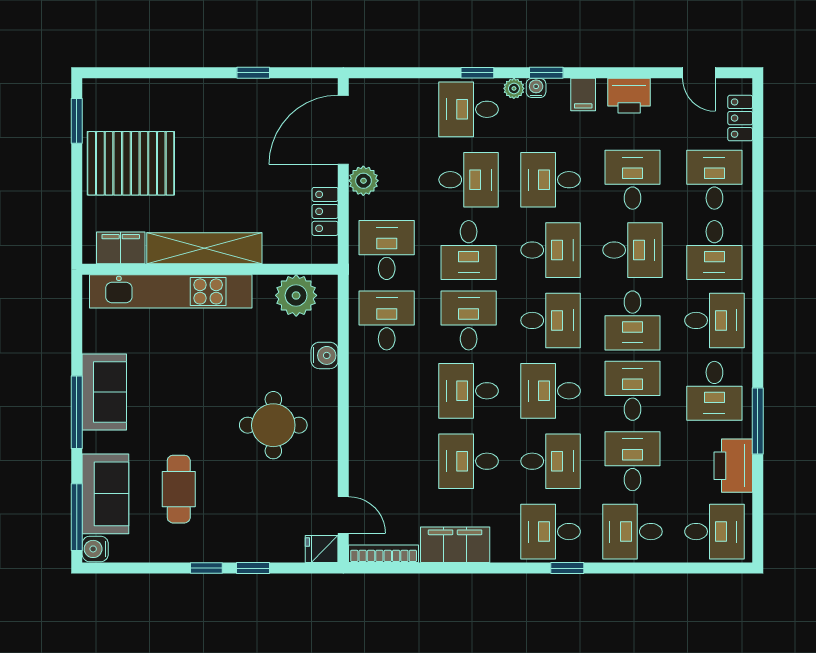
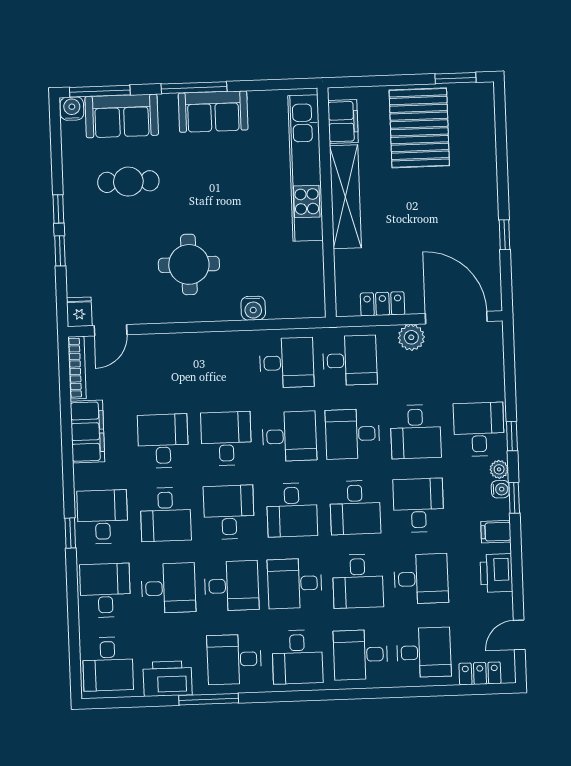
plant: (296, 295) -> (306, 281), removed

